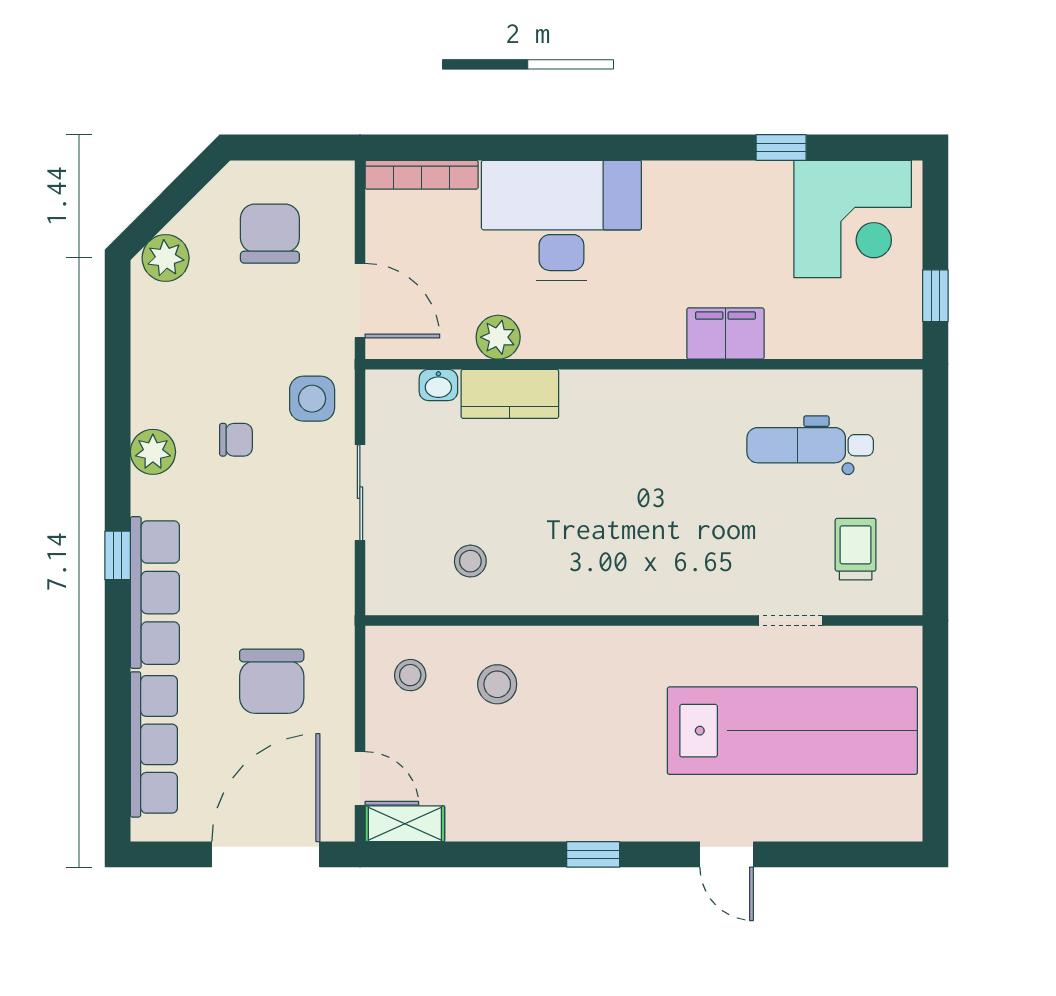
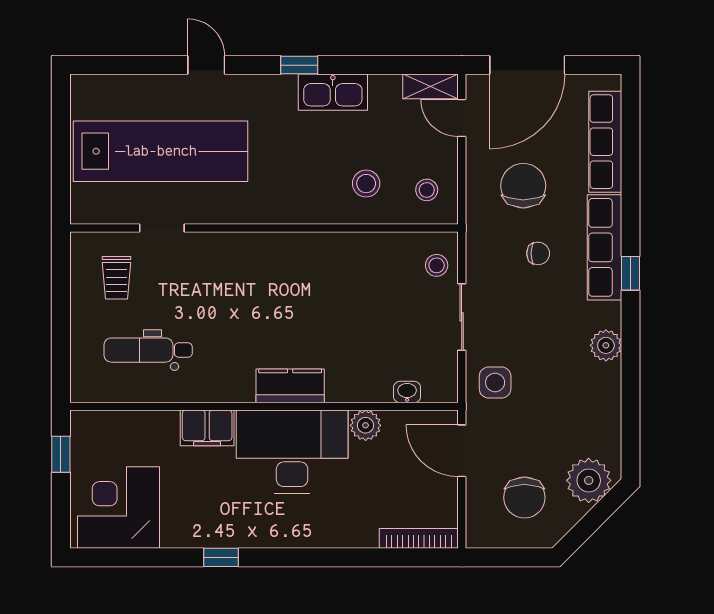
window: (781, 148) -> (221, 557), moved
desk: (561, 220) -> (292, 452), moved, turned 180
plant: (166, 258) -> (589, 480), width x1.36, depth x1.36
kitchen counter: (510, 394) -> (290, 386), moved
chair: (236, 440) -> (538, 253), moved, turned 180
dental chair: (810, 445) -> (148, 350), turned 180
stool: (470, 561) -> (437, 265), moved
lab bench: (792, 731) -> (161, 151), turned 180
kitchen sink: (545, 815) -> (333, 92), added

